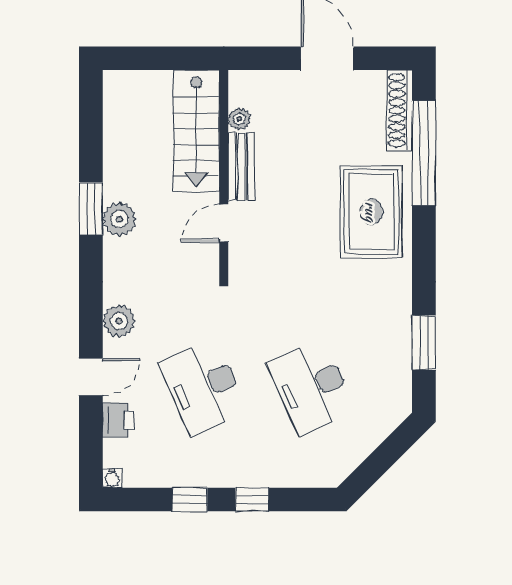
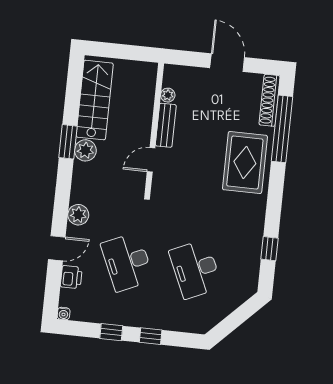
stairs: (196, 131) -> (95, 100), moved, turned 180
window: (424, 343) -> (269, 249), width x0.67

